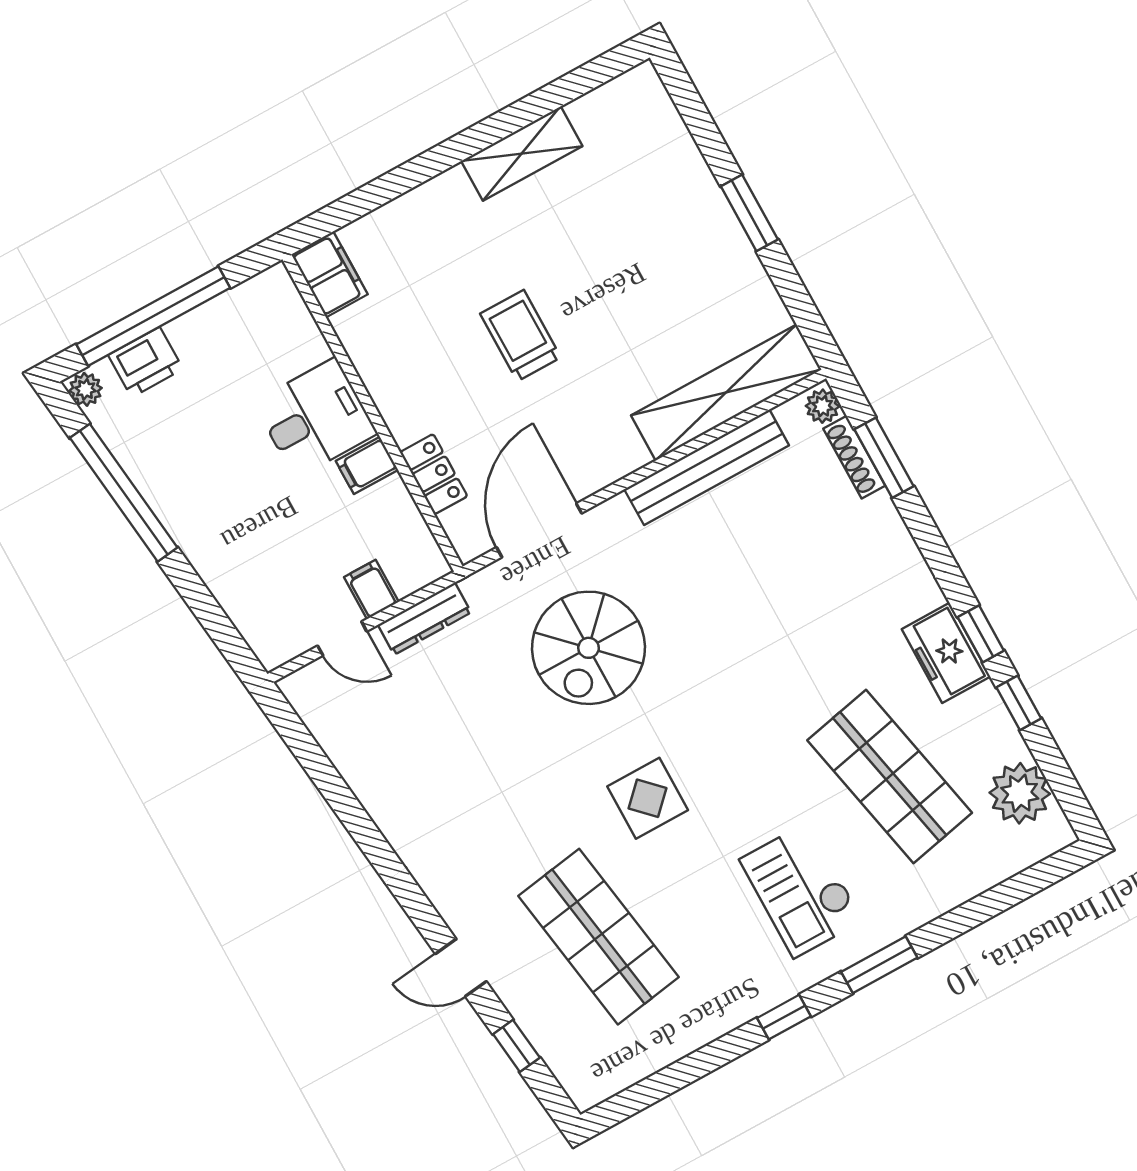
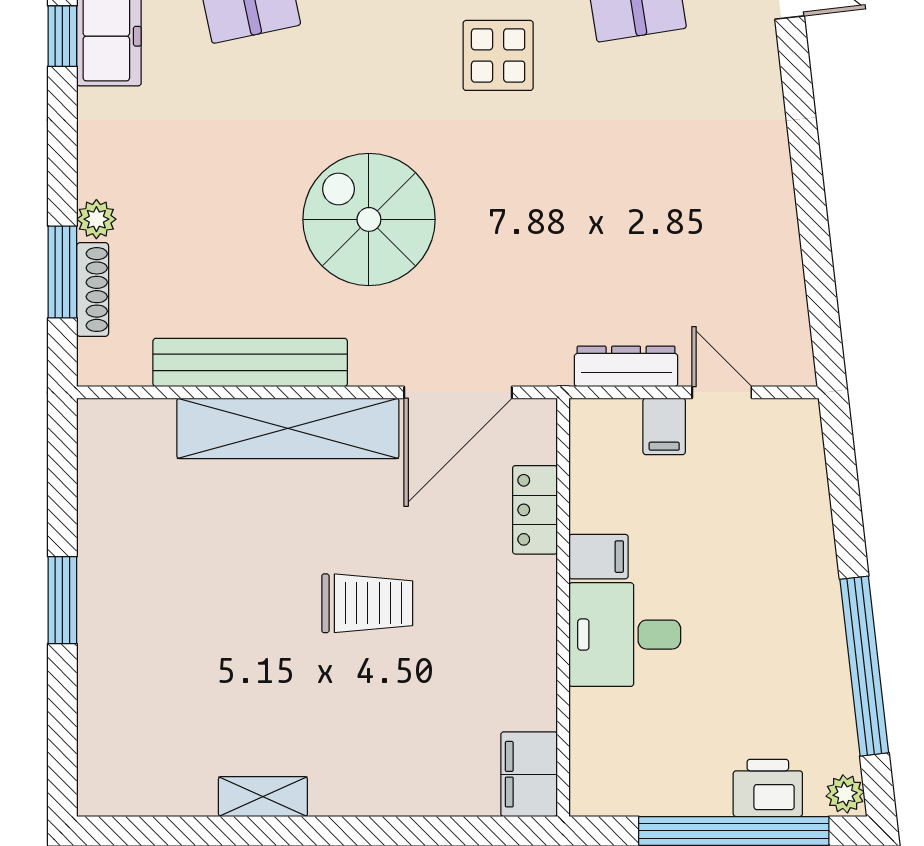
shelving: (522, 153) -> (263, 797), width x0.67, depth x0.75
trolley: (520, 336) -> (367, 603), turned -90
shelving: (726, 392) -> (288, 428), moved
plant: (823, 406) -> (96, 219), moved
spiral stairs: (589, 648) -> (369, 219), moved, turned -90

